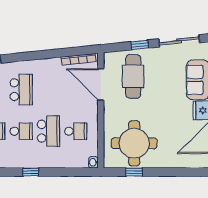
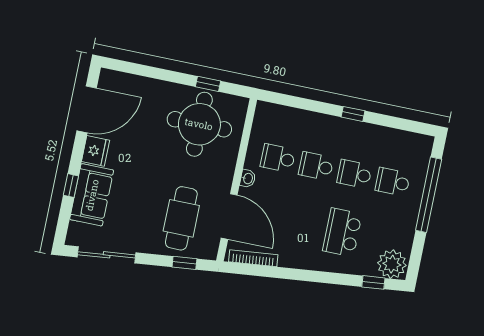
window: (140, 45) -> (184, 263), moved
school desk: (48, 131) -> (316, 166), width x0.54
washbasin: (93, 162) -> (248, 178), moved

